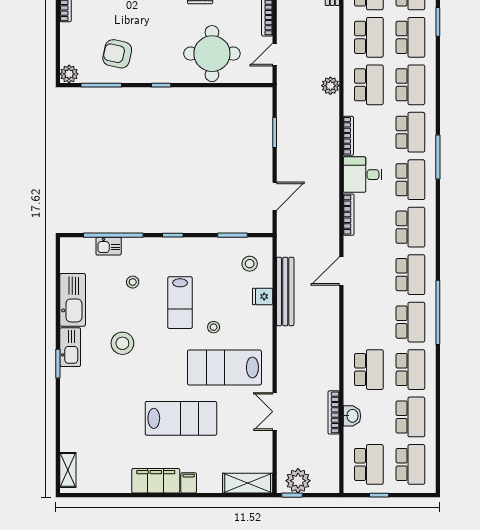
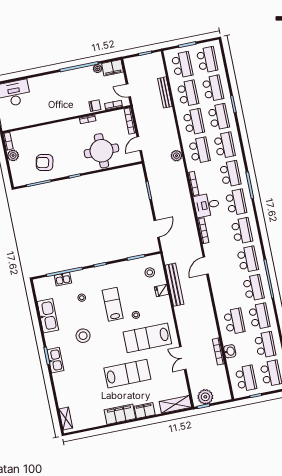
plant: (69, 74) -> (13, 155), moved
lab bench: (180, 303) -> (113, 304), turned 180
kitchen sink: (70, 347) -> (55, 360), moved
filing cabinet: (189, 483) -> (145, 411), width x2.00

